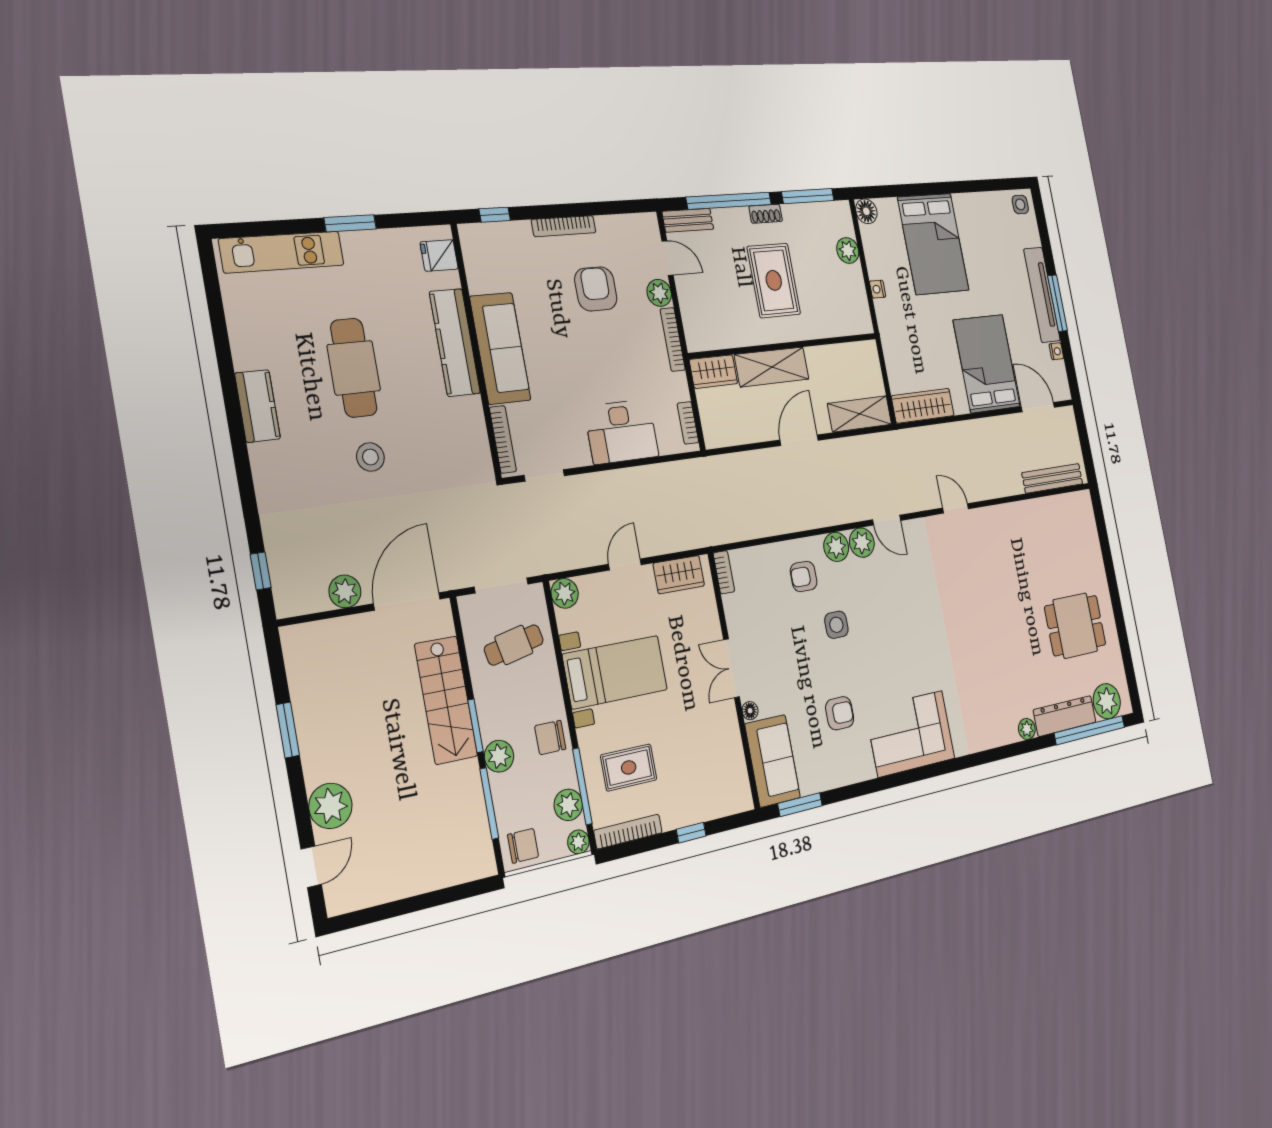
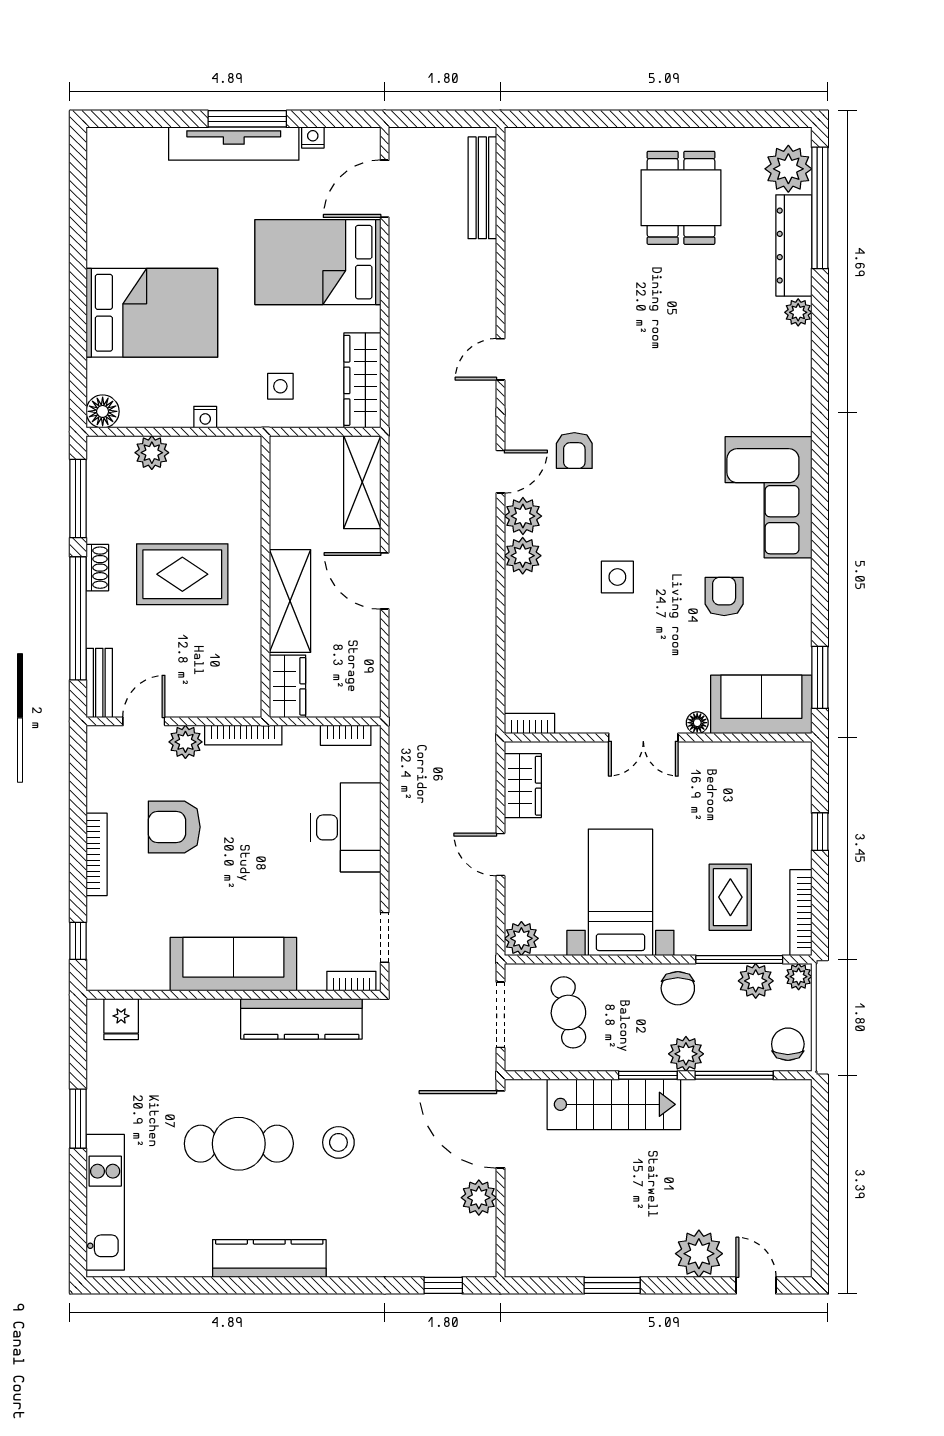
side table: (1020, 204) -> (280, 386), moved
kitchen counter: (455, 342) -> (301, 1019), moved
kitchen counter: (258, 406) -> (269, 1258), width x1.50
bookcase: (503, 439) -> (351, 981), width x0.64
armchair: (804, 576) -> (574, 451), moved

